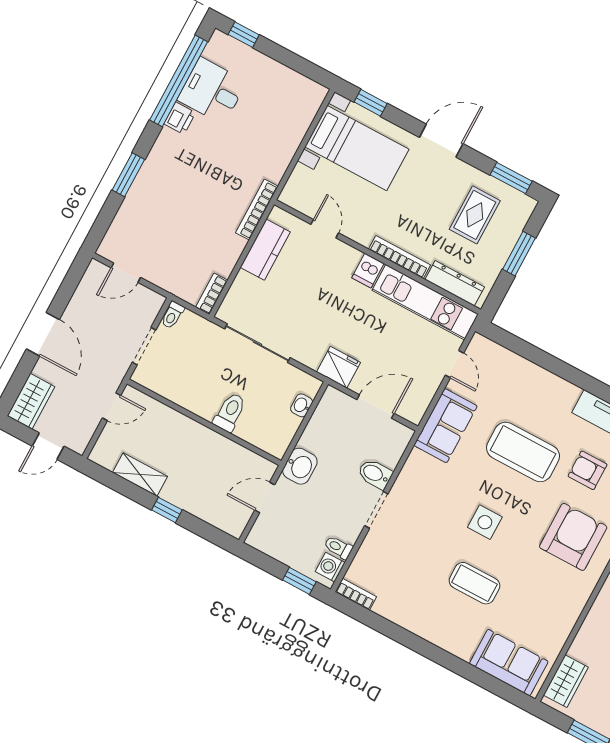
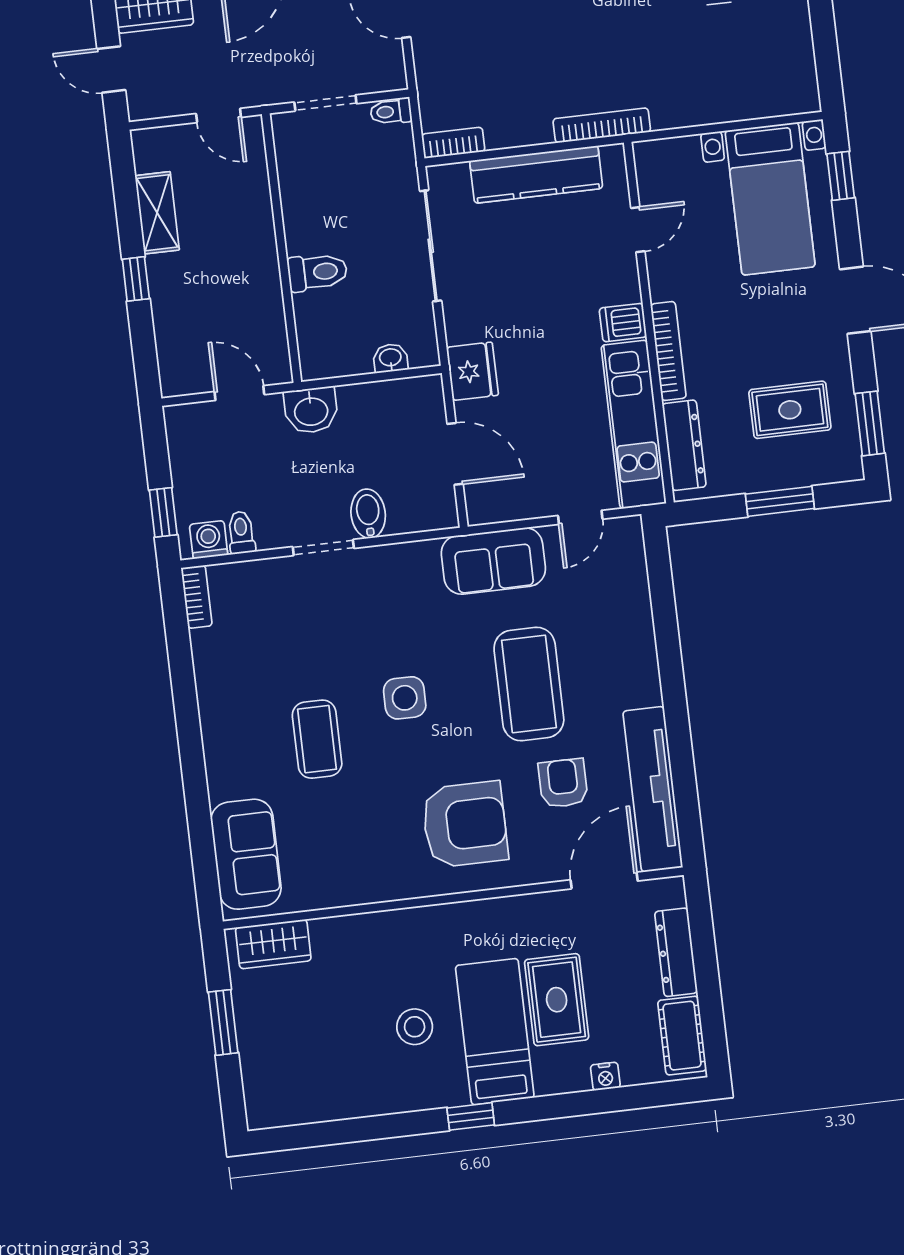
kitchen counter: (265, 250) -> (536, 175), width x1.50

